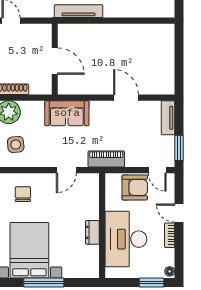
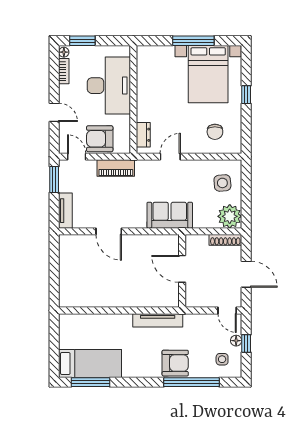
piano: (106, 159) -> (116, 168), moved
dresser: (92, 232) -> (143, 135), moved
bookcase: (170, 235) -> (64, 71), moved

